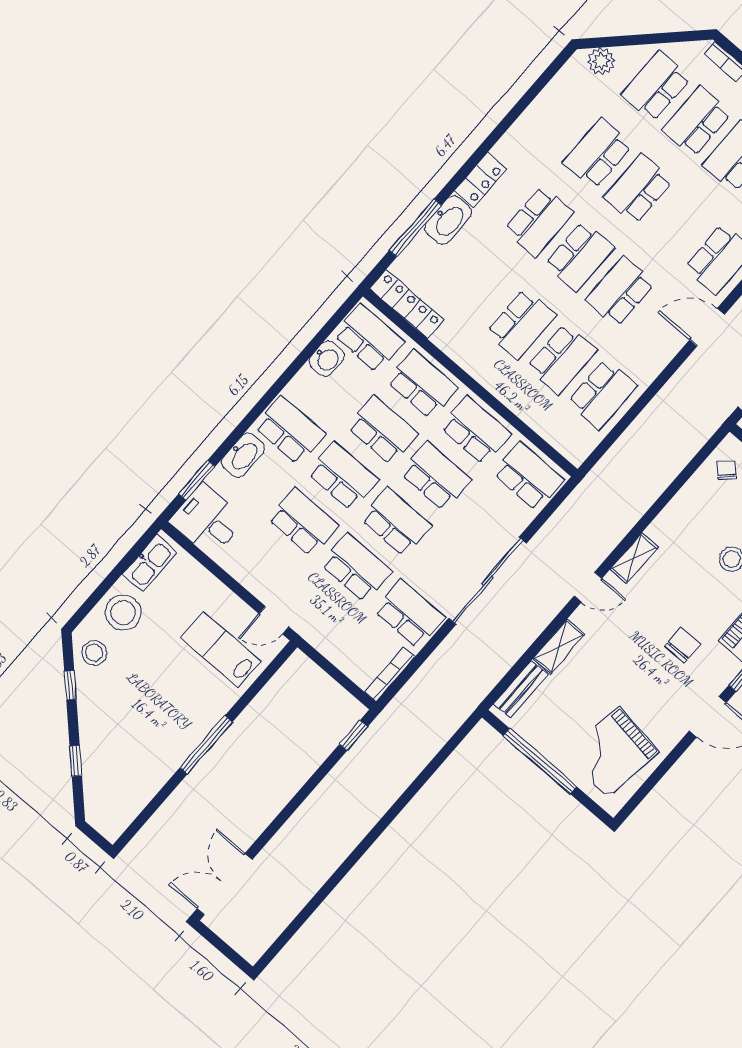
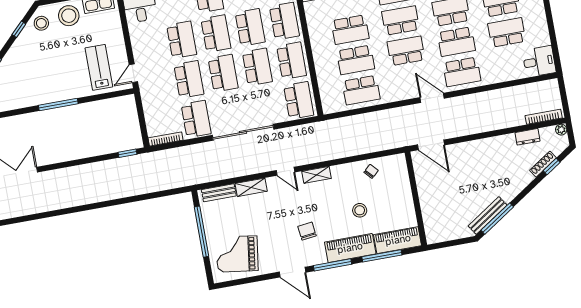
school desk: (679, 224) -> (456, 42), added
school desk: (580, 256) -> (401, 20), turned 180
chair: (727, 470) -> (371, 171), moved
door: (274, 620) -> (133, 73), hinge flipped
chair: (683, 645) -> (307, 231), turned -97

